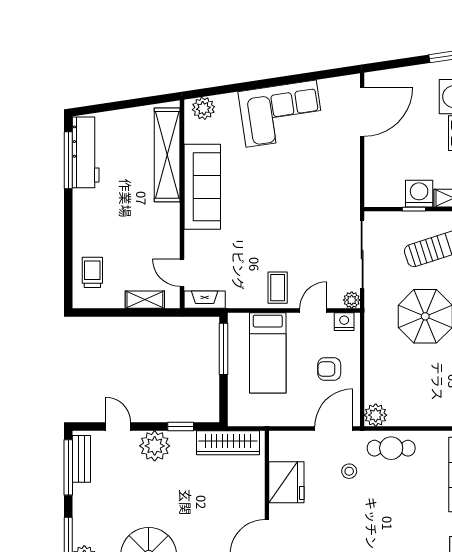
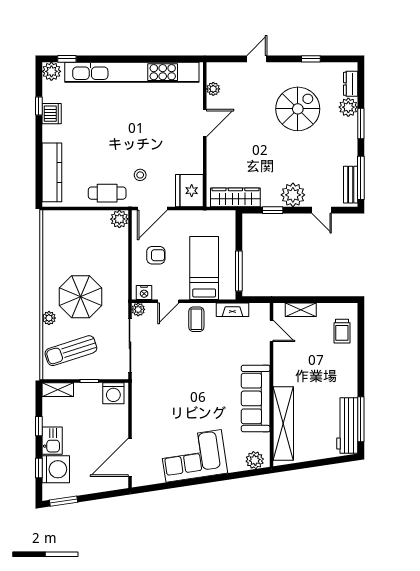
washing machine: (419, 194) -> (113, 393), moved
fireplace: (205, 300) -> (232, 310), moved
fridge: (286, 482) -> (189, 191), moved

